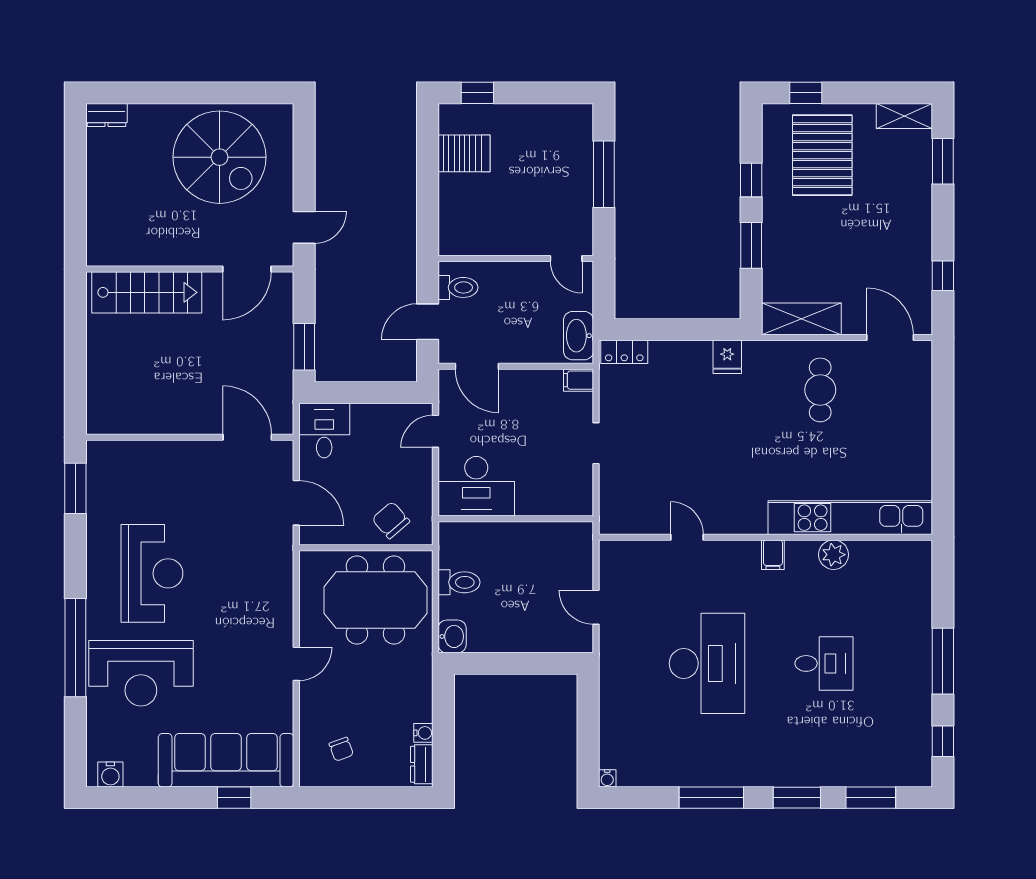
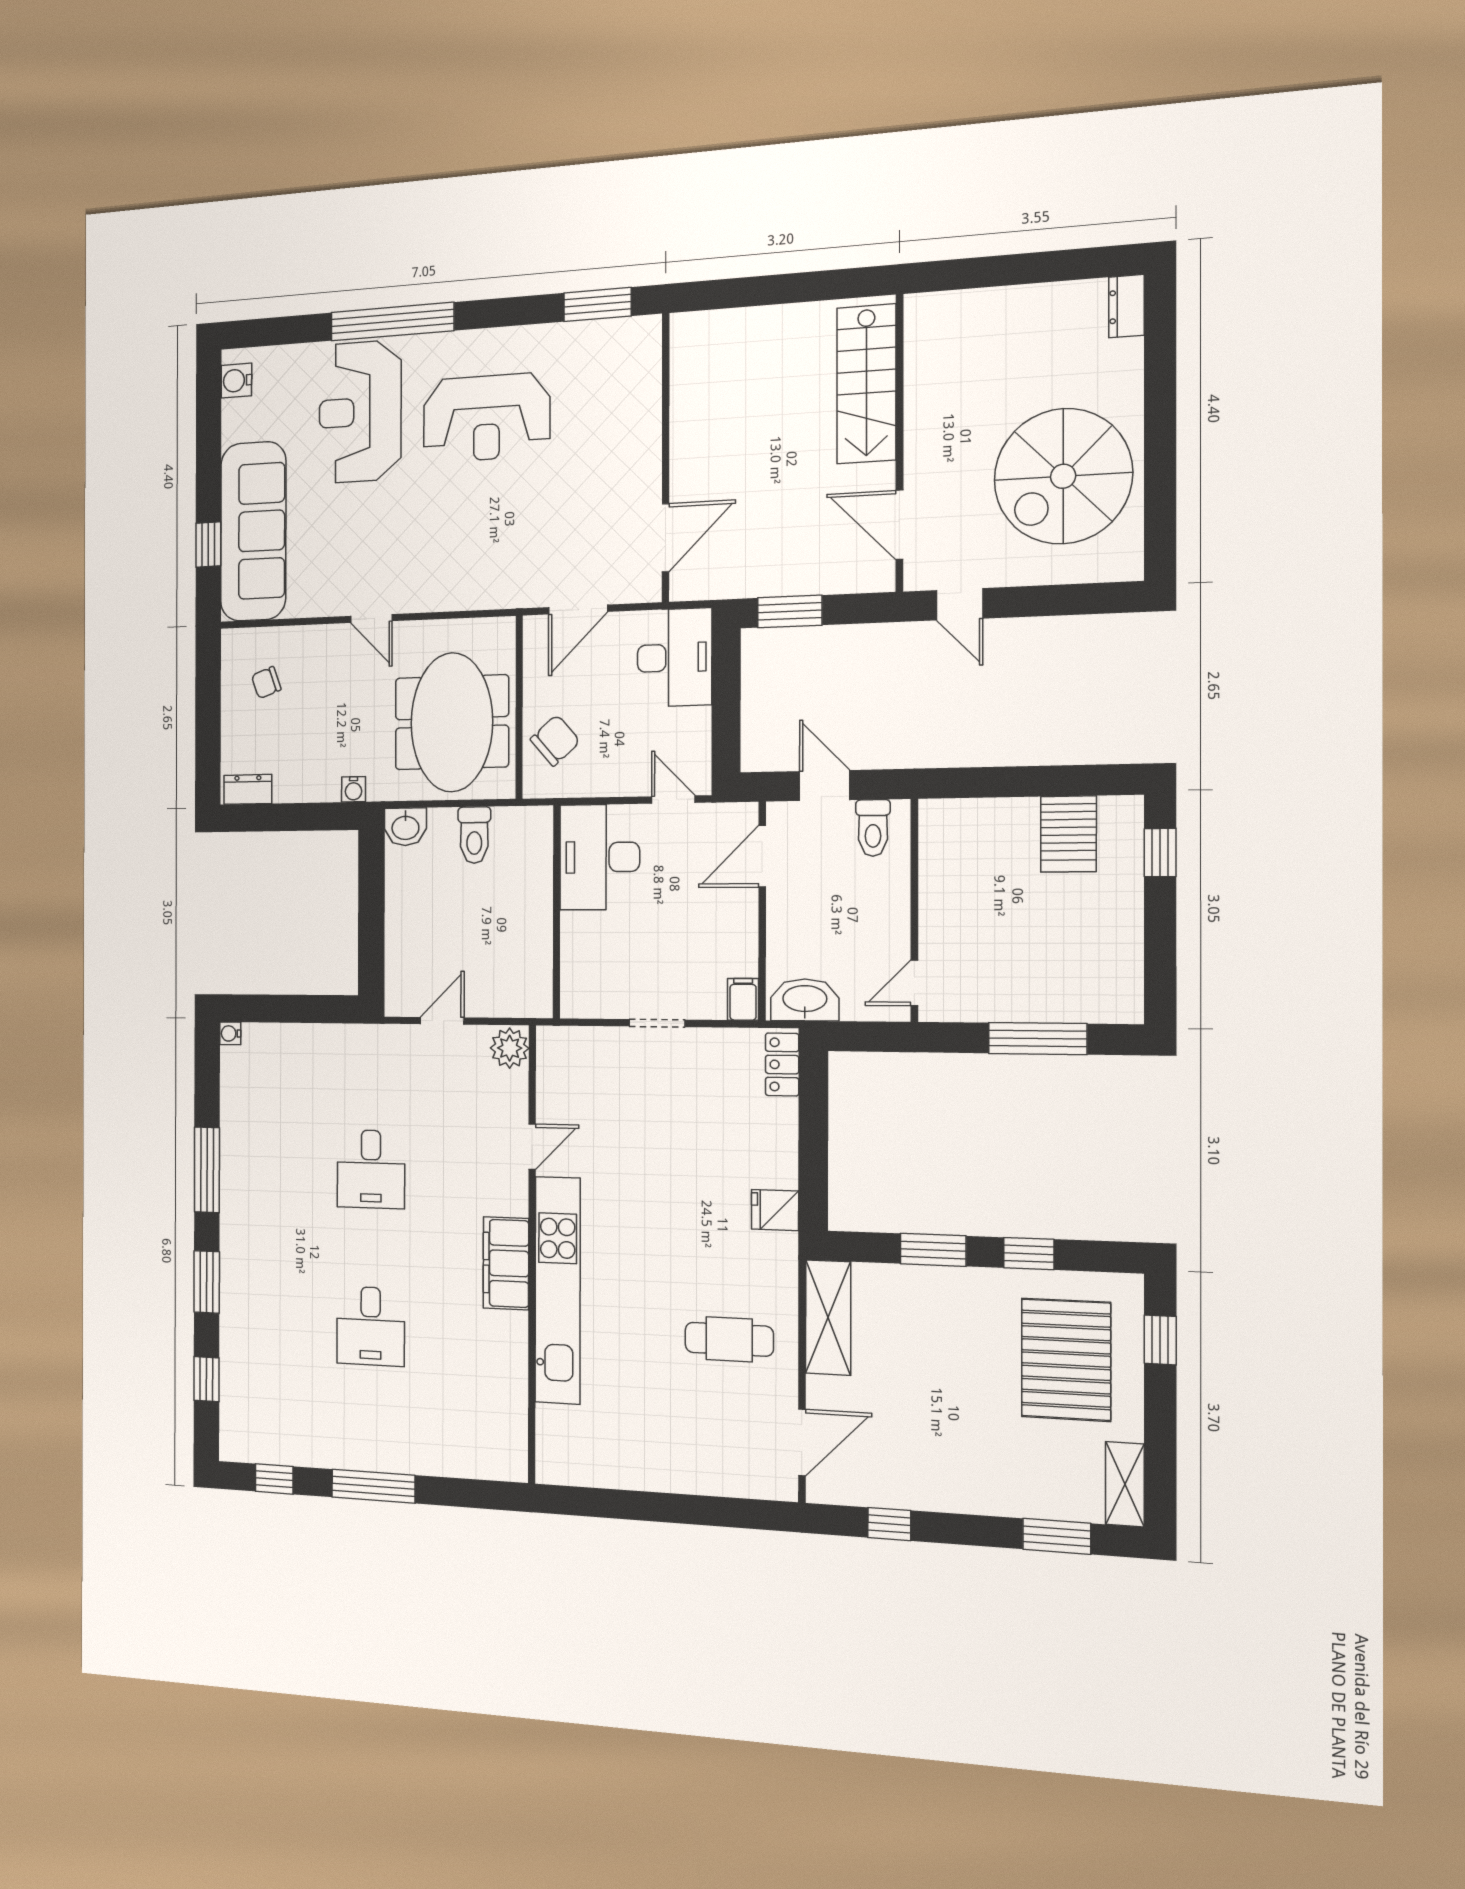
pallet: (822, 155) -> (1066, 1360), turned 90
desk: (324, 431) -> (675, 658), width x1.37
kitchen unit: (850, 518) -> (558, 1290), moved
filing cabinet: (773, 555) -> (506, 1263), width x3.00, depth x1.17
plant: (834, 555) -> (510, 1048), moved
desk: (707, 663) -> (371, 1169), width x0.53, depth x0.77
water cooler: (423, 733) -> (353, 789), moved
window: (871, 798) -> (206, 1379), width x0.67

